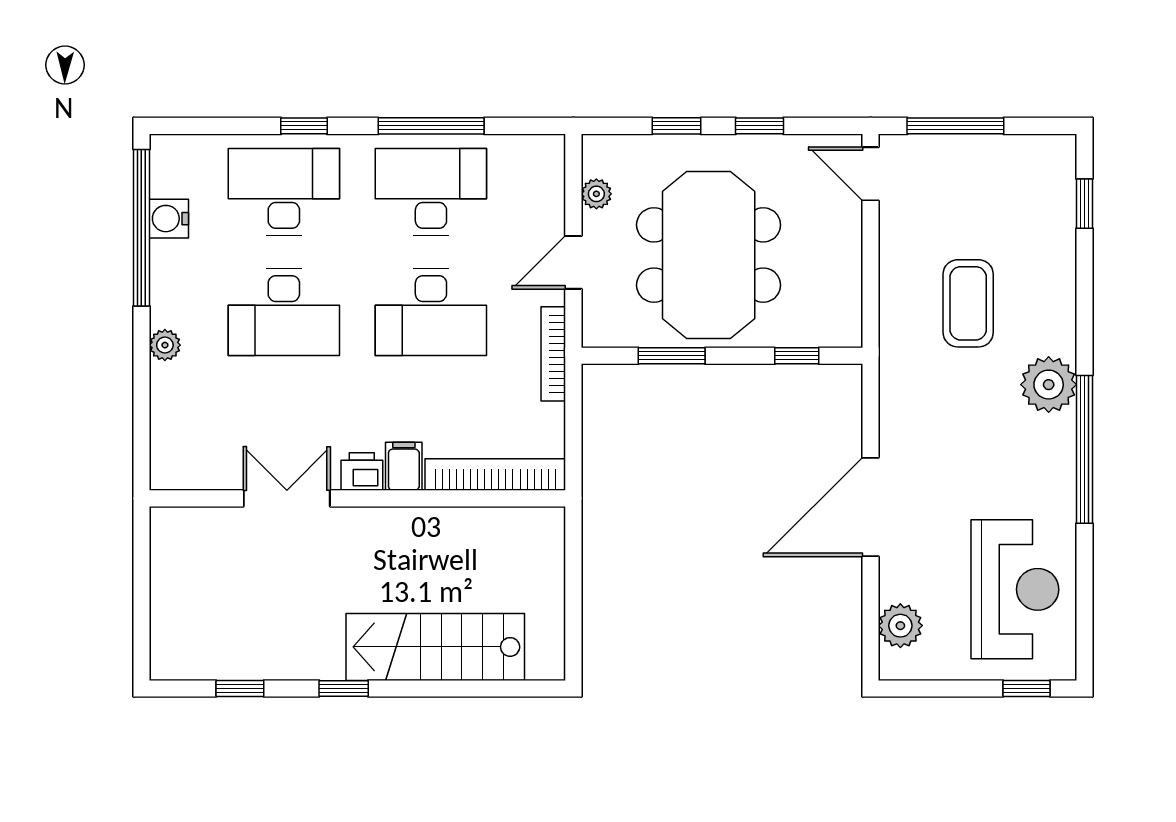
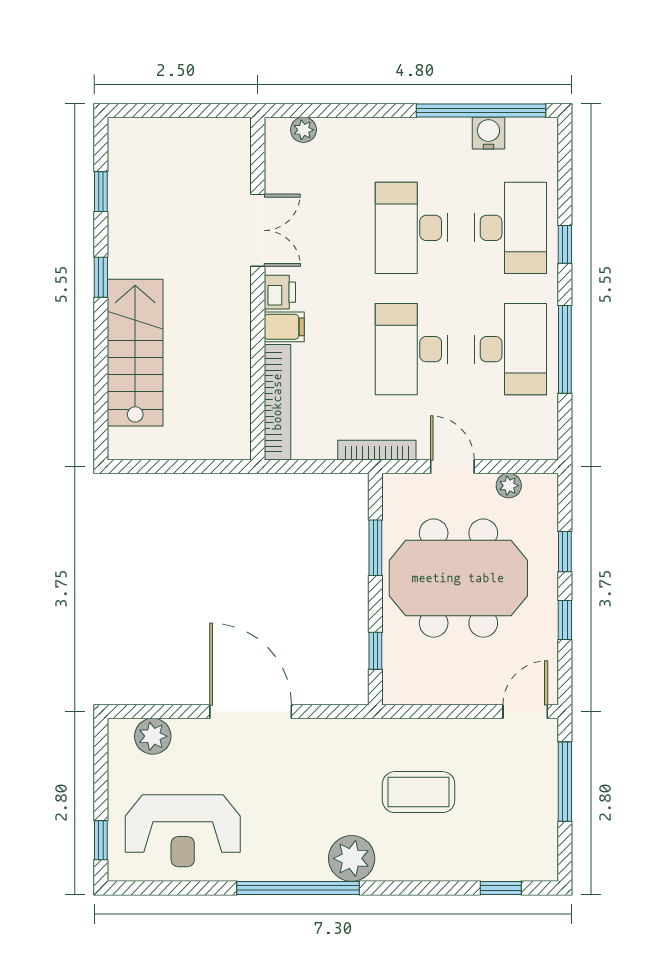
plant: (165, 345) -> (303, 130), moved

